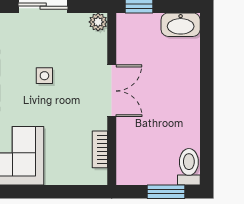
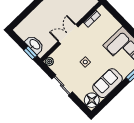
washbasin: (181, 25) -> (35, 45), moved

